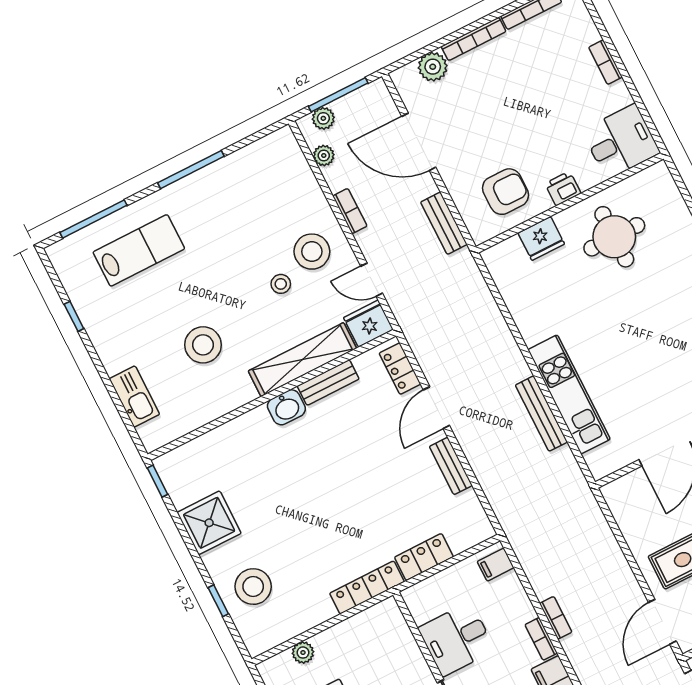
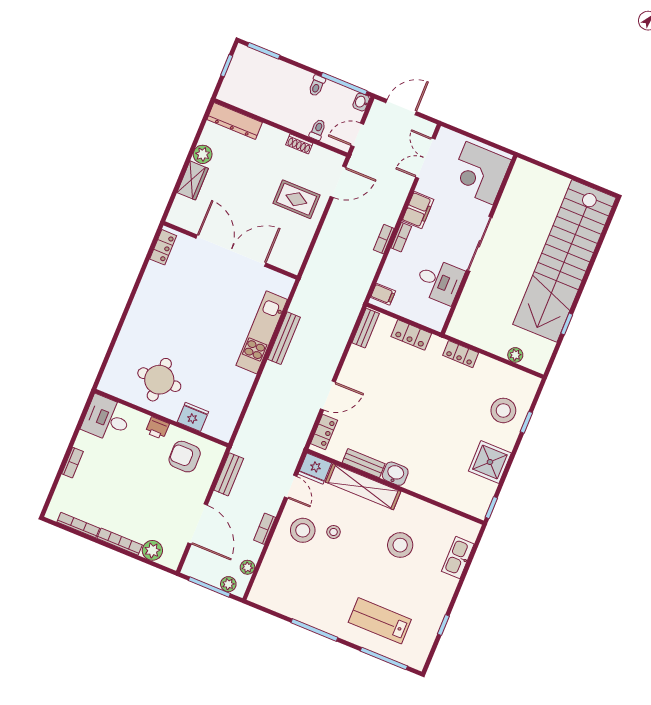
bench: (451, 466) -> (366, 328), moved
locker: (367, 588) -> (461, 354), width x0.66

